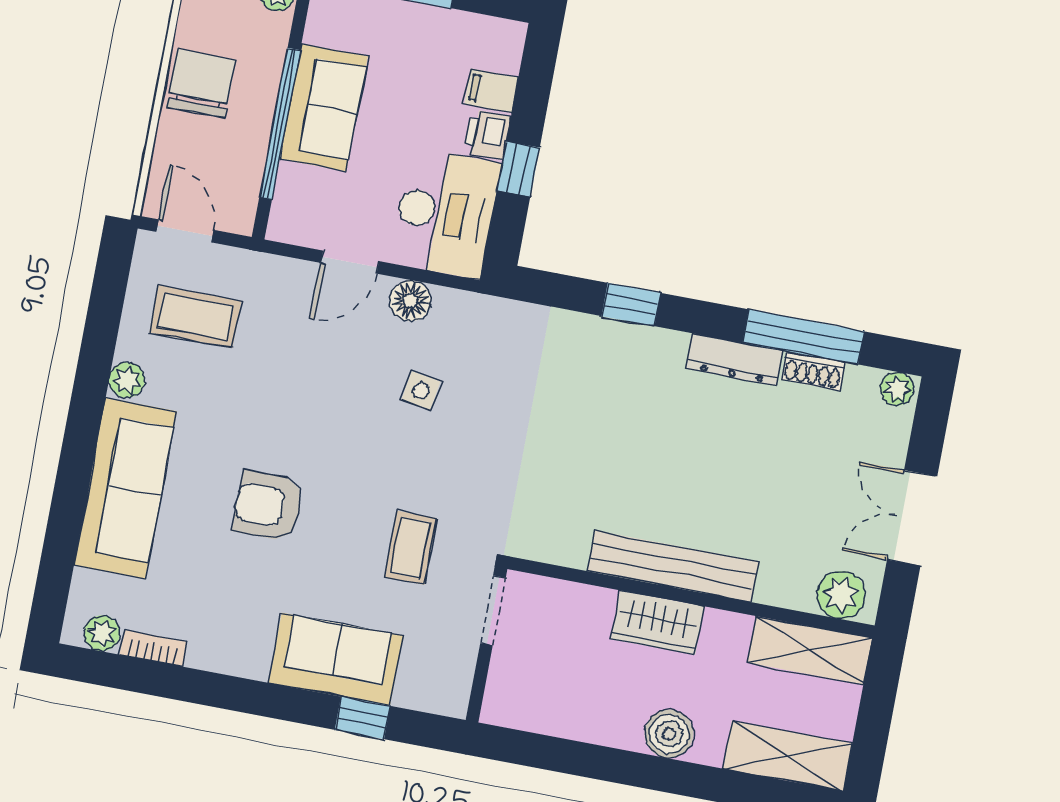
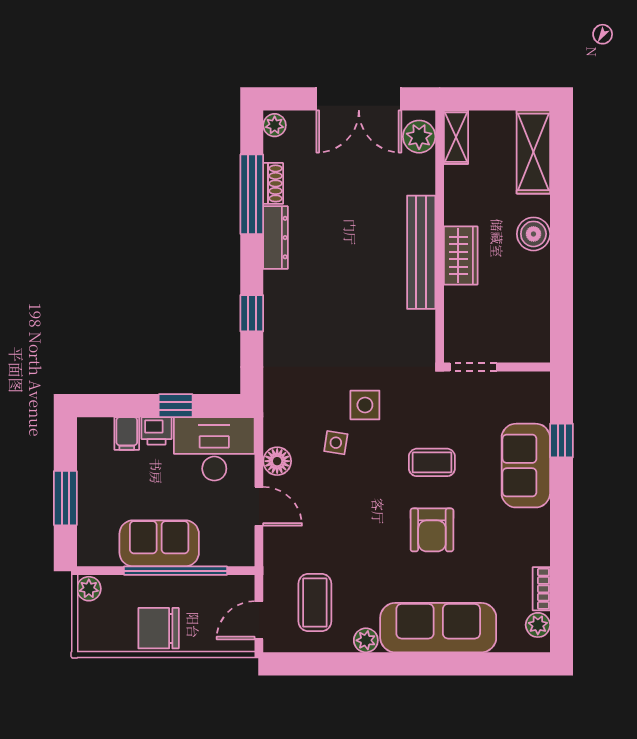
side table: (468, 443) -> (365, 405), added
double door: (912, 518) -> (359, 99), width x1.37
coffee table: (411, 548) -> (432, 462), moved
shelving: (810, 650) -> (456, 137), width x0.67, depth x0.75

